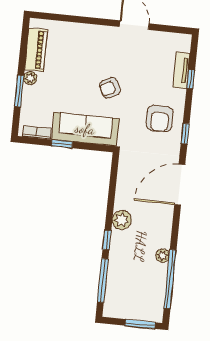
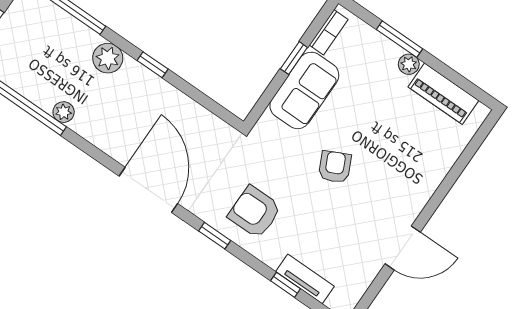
sofa: (85, 129) -> (304, 90), width x0.73
plant: (122, 220) -> (108, 58), moved
window: (107, 240) -> (153, 65), moved

